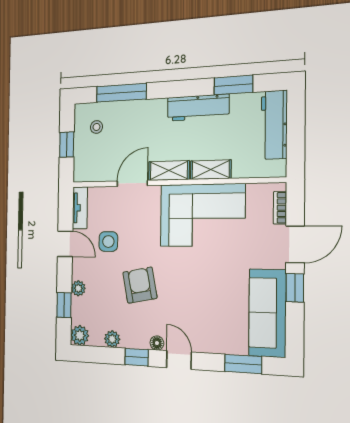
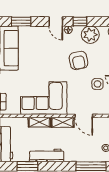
door: (132, 183) -> (84, 116), hinge flipped
plant: (112, 339) -> (90, 35), width x1.87, depth x1.87

